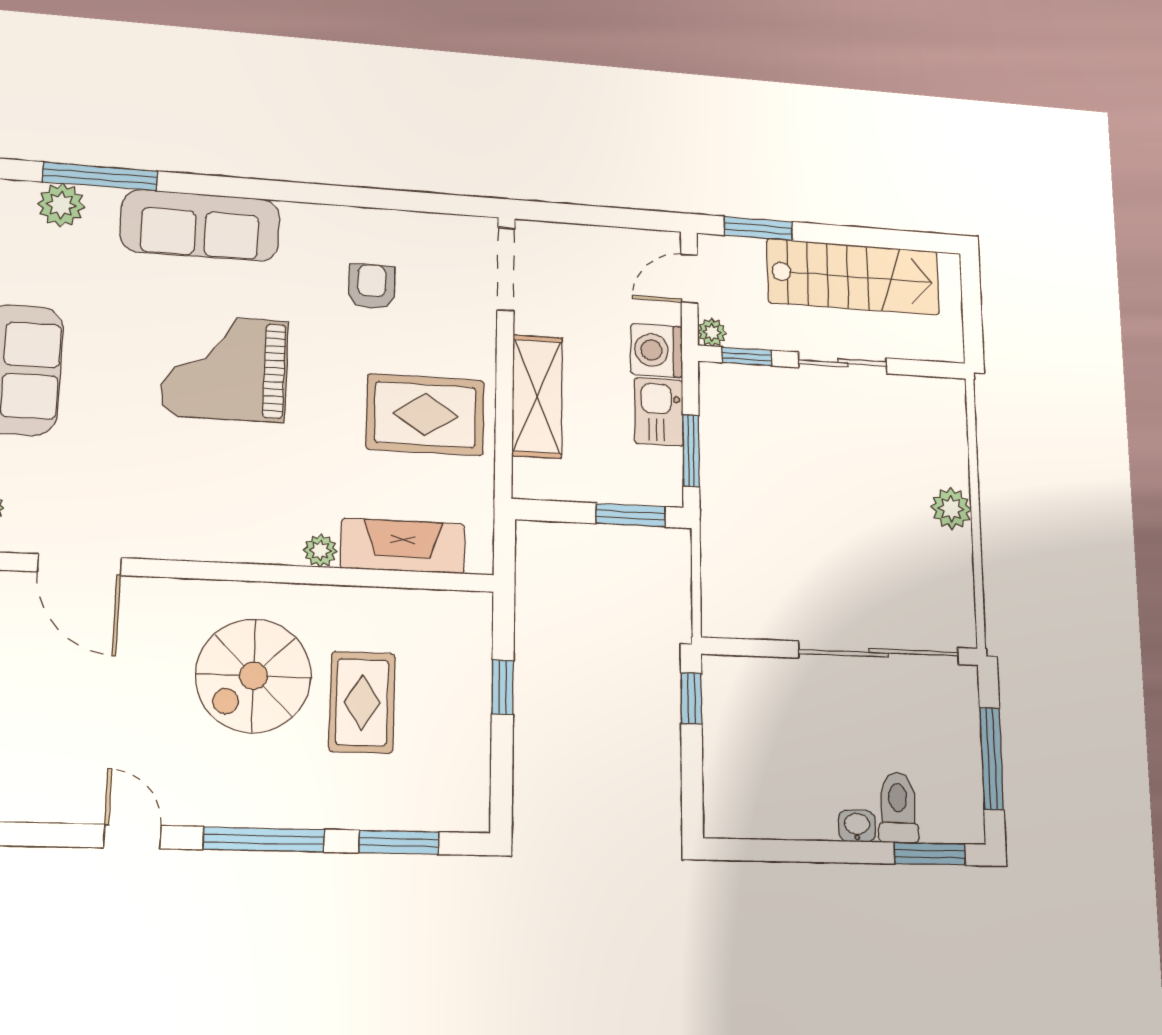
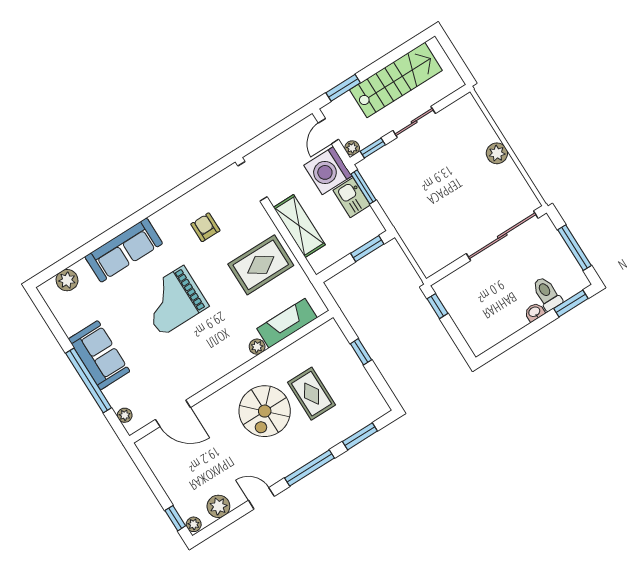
window: (100, 176) -> (73, 258), removed
washing machine: (657, 350) -> (328, 171), width x1.37, depth x1.37
window: (691, 450) -> (364, 187), moved
plant: (39, 797) -> (218, 506), added

